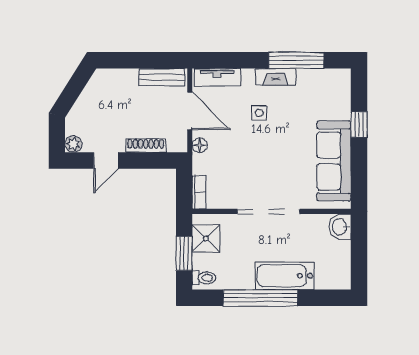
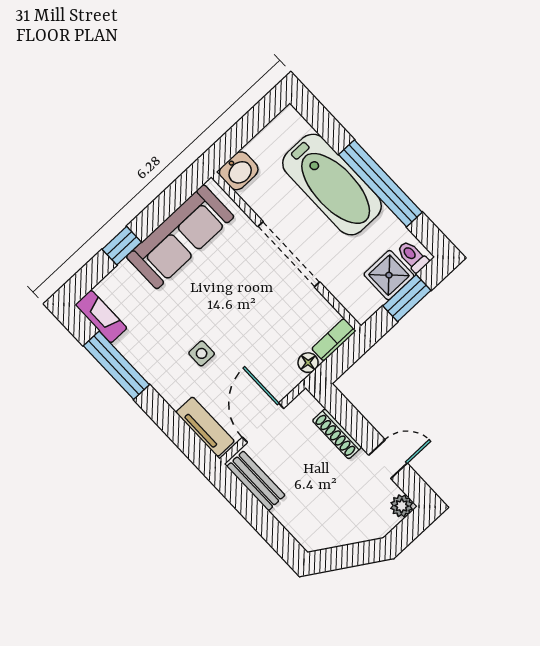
fireplace: (276, 77) -> (101, 316), moved
floor lamp: (200, 145) -> (308, 363), moved
shower: (206, 238) -> (389, 275), moved
bathtub: (285, 276) -> (332, 185), width x1.36, depth x1.36

